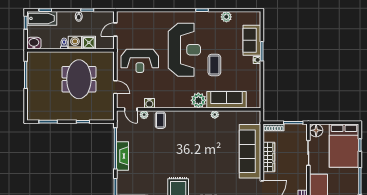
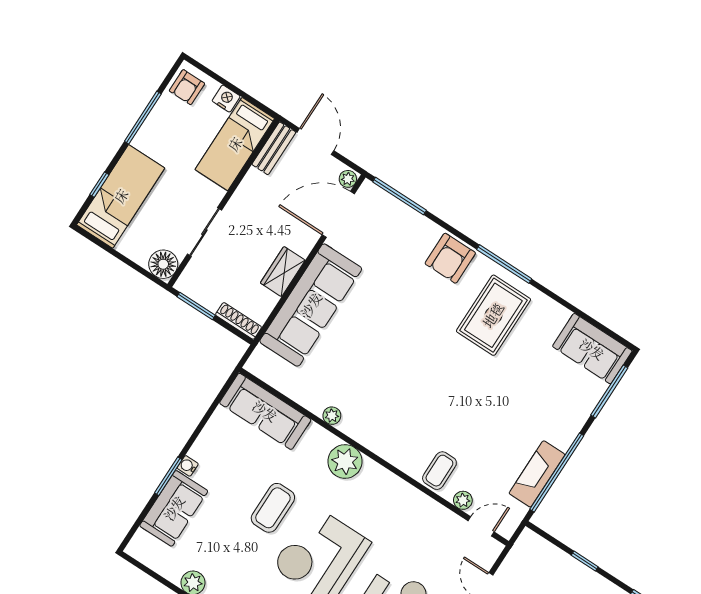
sofa: (227, 100) -> (265, 411), moved
water cooler: (149, 103) -> (439, 515), removed
door: (131, 109) -> (481, 526), hinge flipped
bed: (344, 146) -> (121, 196), width x0.67
fireplace: (123, 156) -> (537, 474), moved
wardrobe: (269, 157) -> (283, 272), width x0.67

